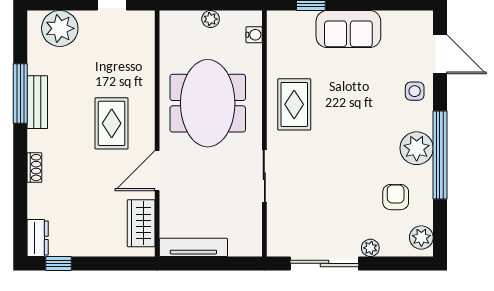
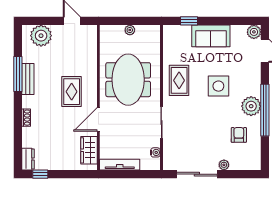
water cooler: (254, 35) -> (155, 152), moved
side table: (415, 91) -> (218, 86), moved, width x1.87, depth x1.87
plant: (421, 237) -> (254, 32), moved

